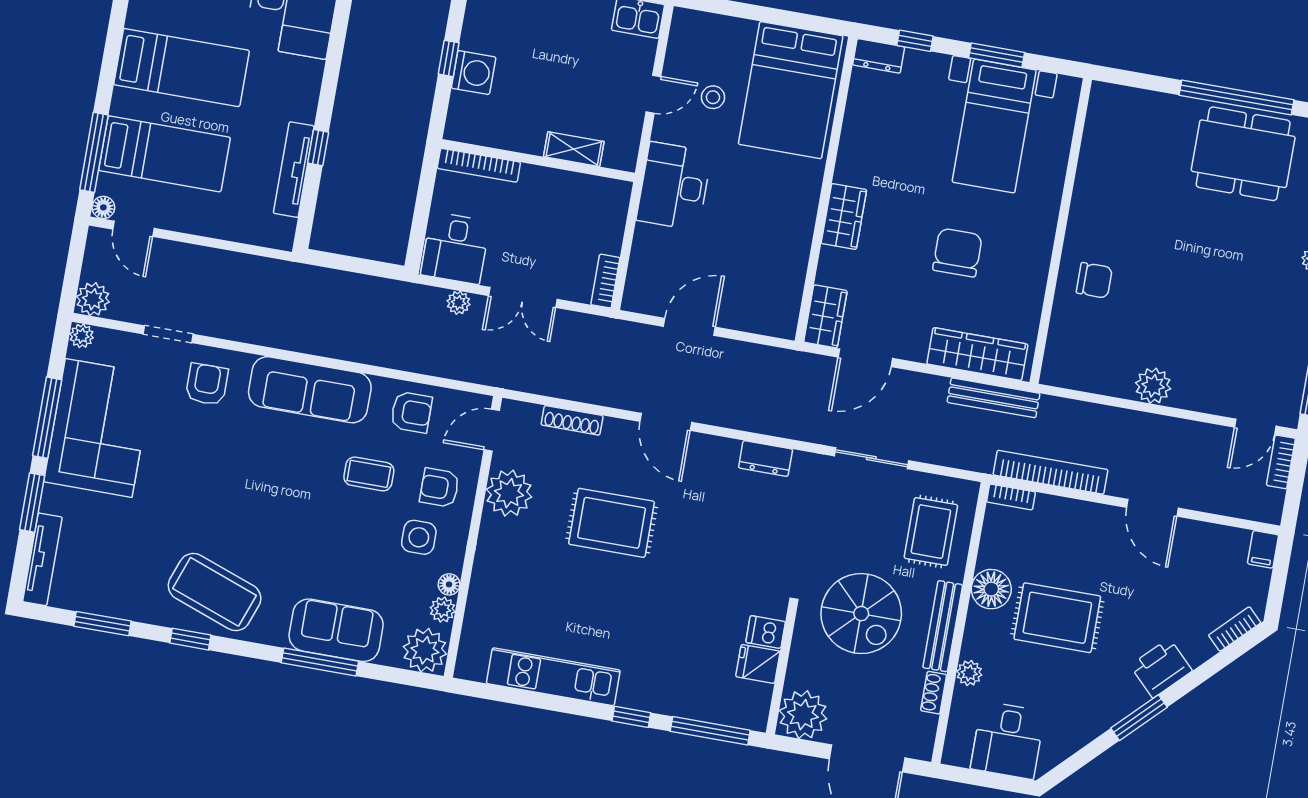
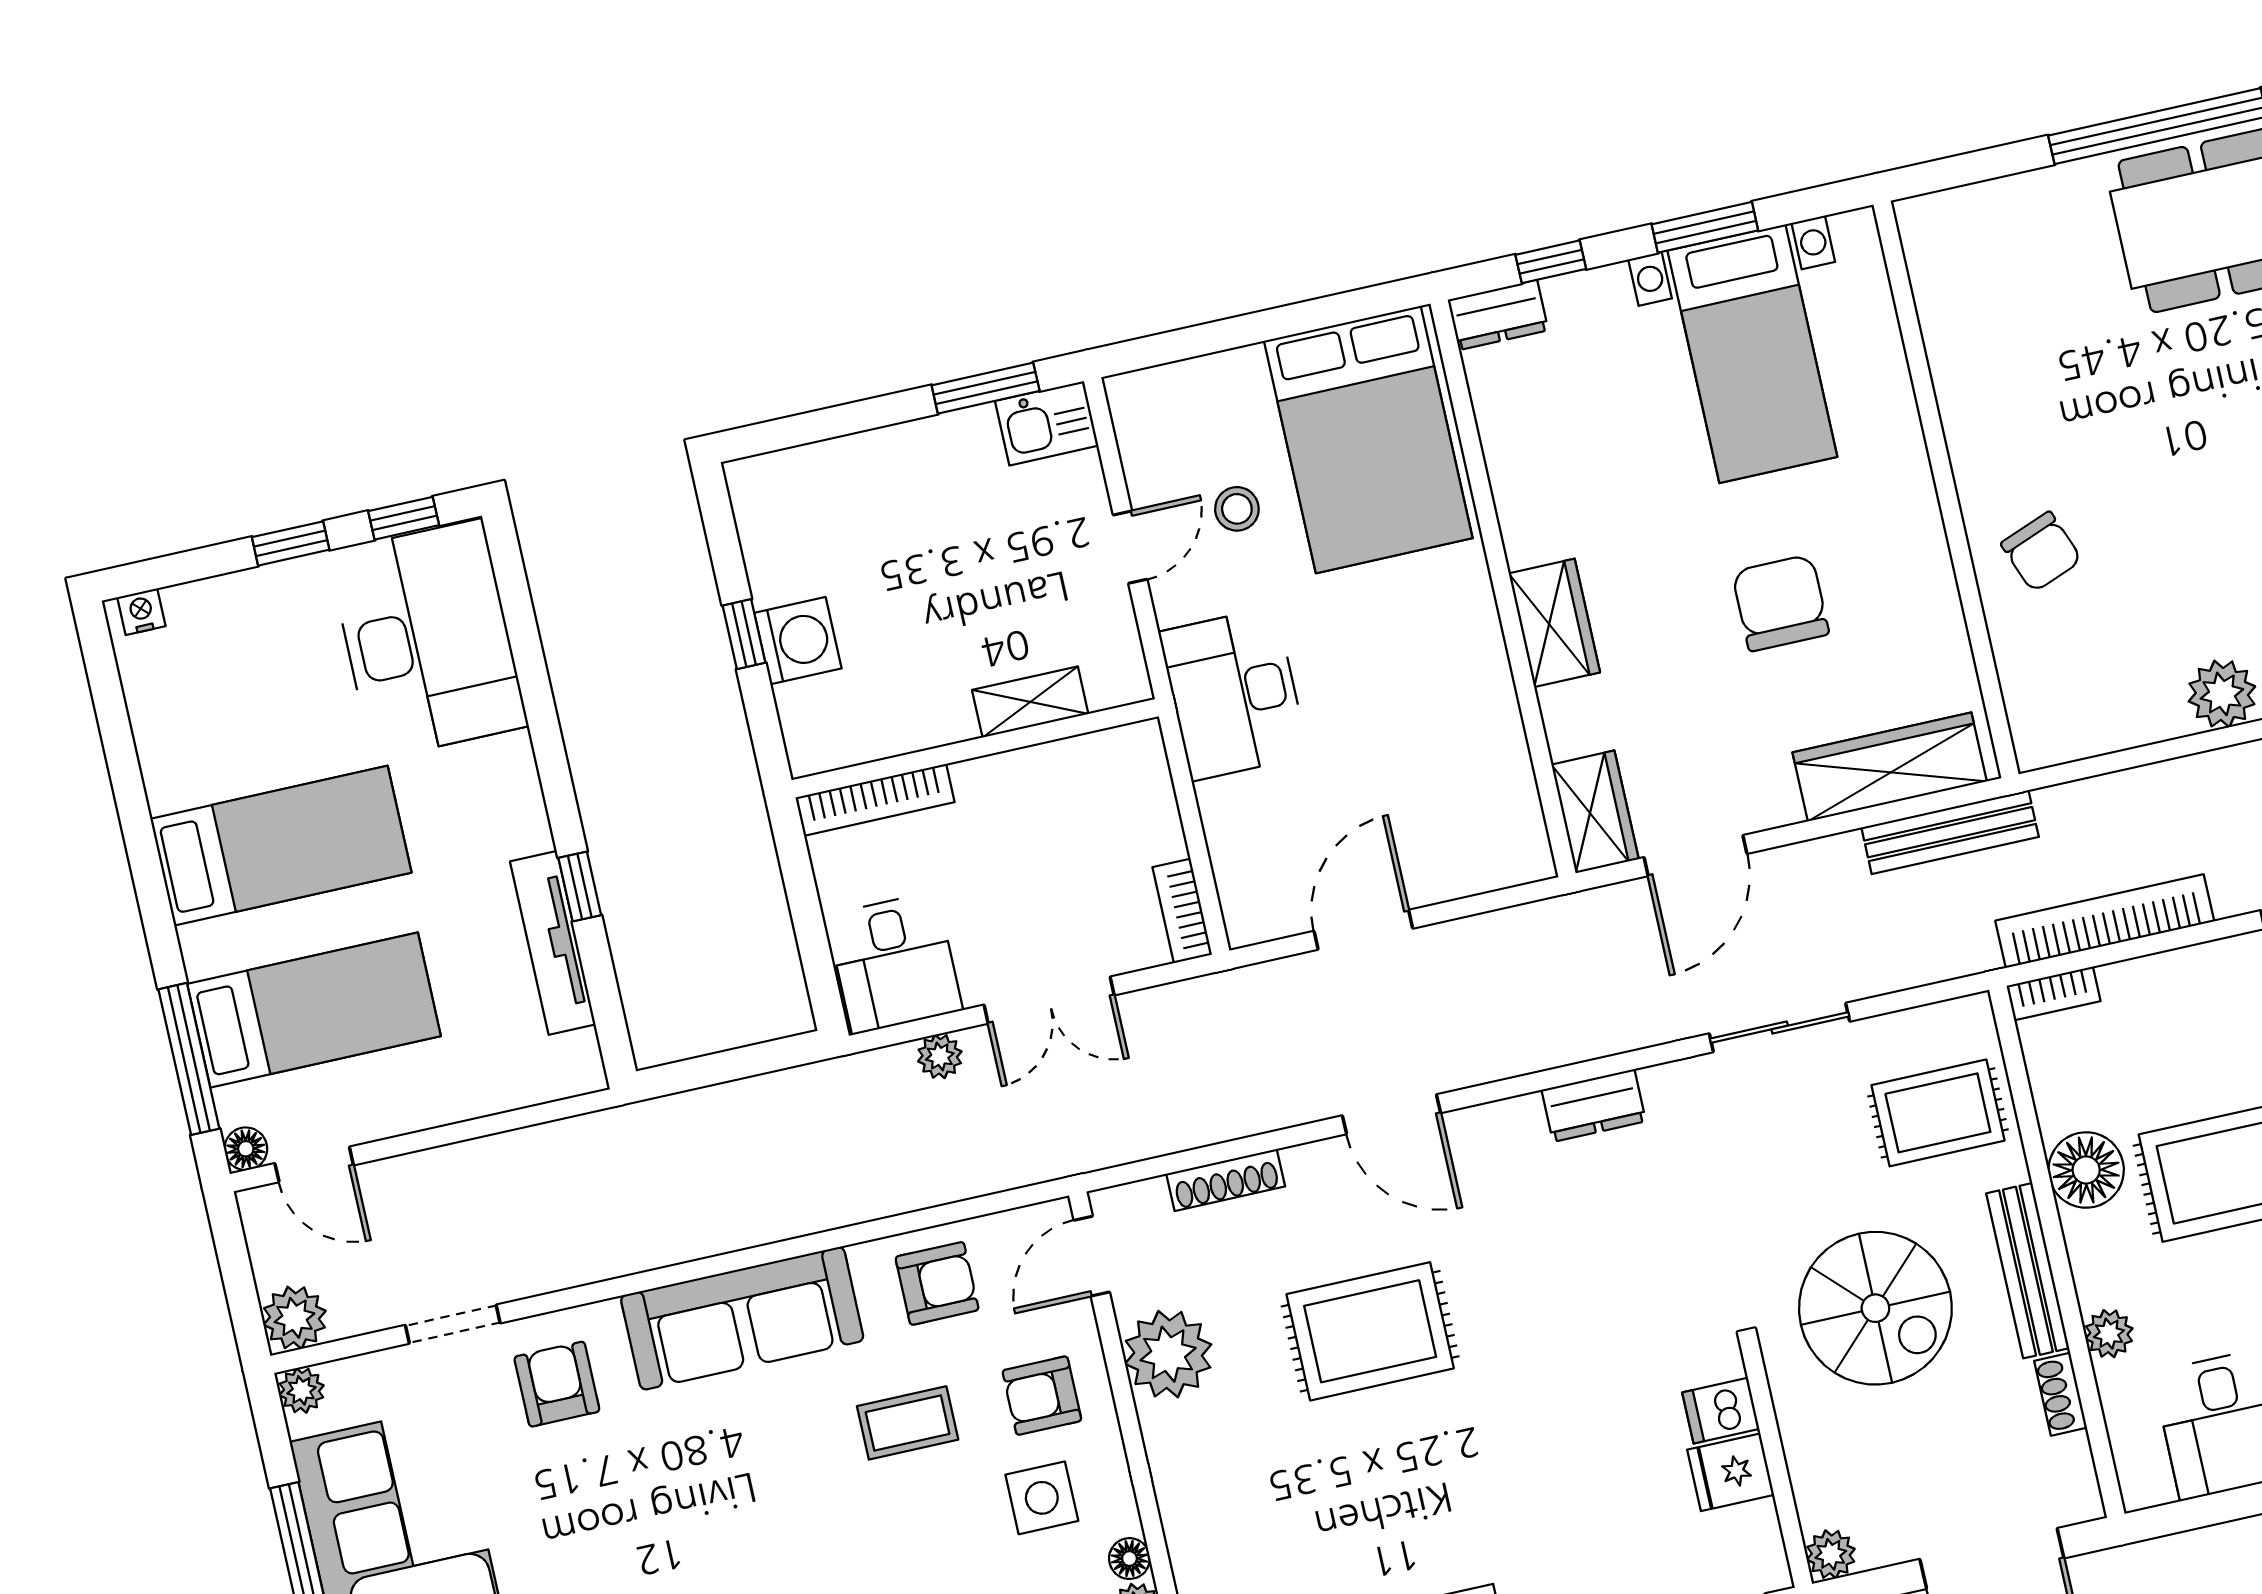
chair: (1094, 280) -> (2041, 552), turned 69
rug: (931, 532) -> (1938, 1113), turned 90
plant: (803, 715) -> (1831, 1554), width x0.53, depth x0.53

